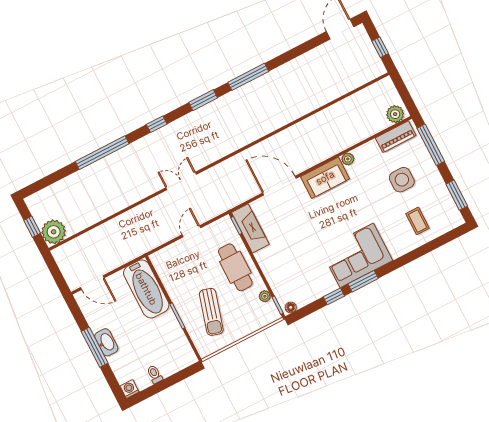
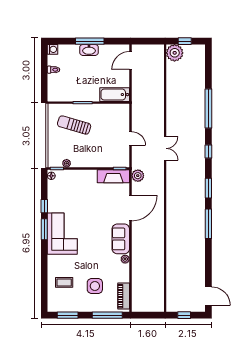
plant: (395, 114) -> (138, 176), moved
cafe table: (235, 267) -> (94, 154), removed
bathtub: (146, 289) -> (115, 95), width x0.73, depth x0.73

